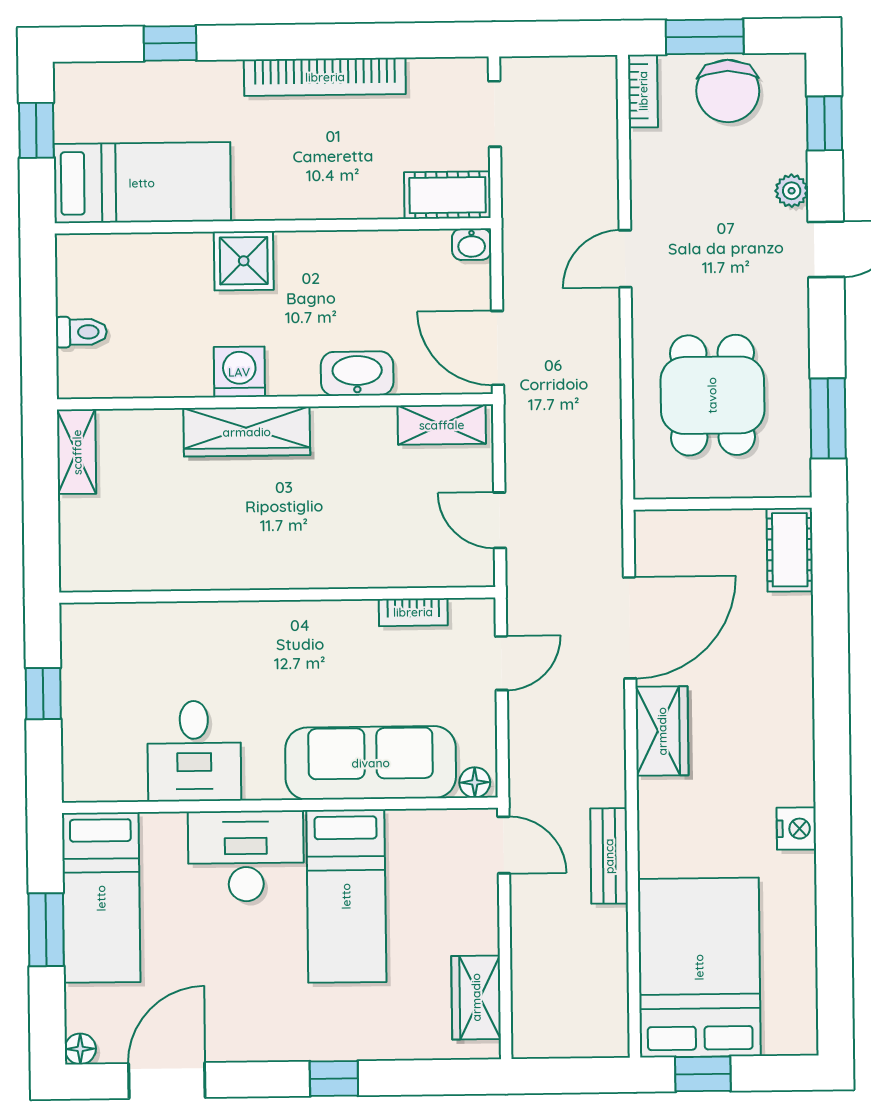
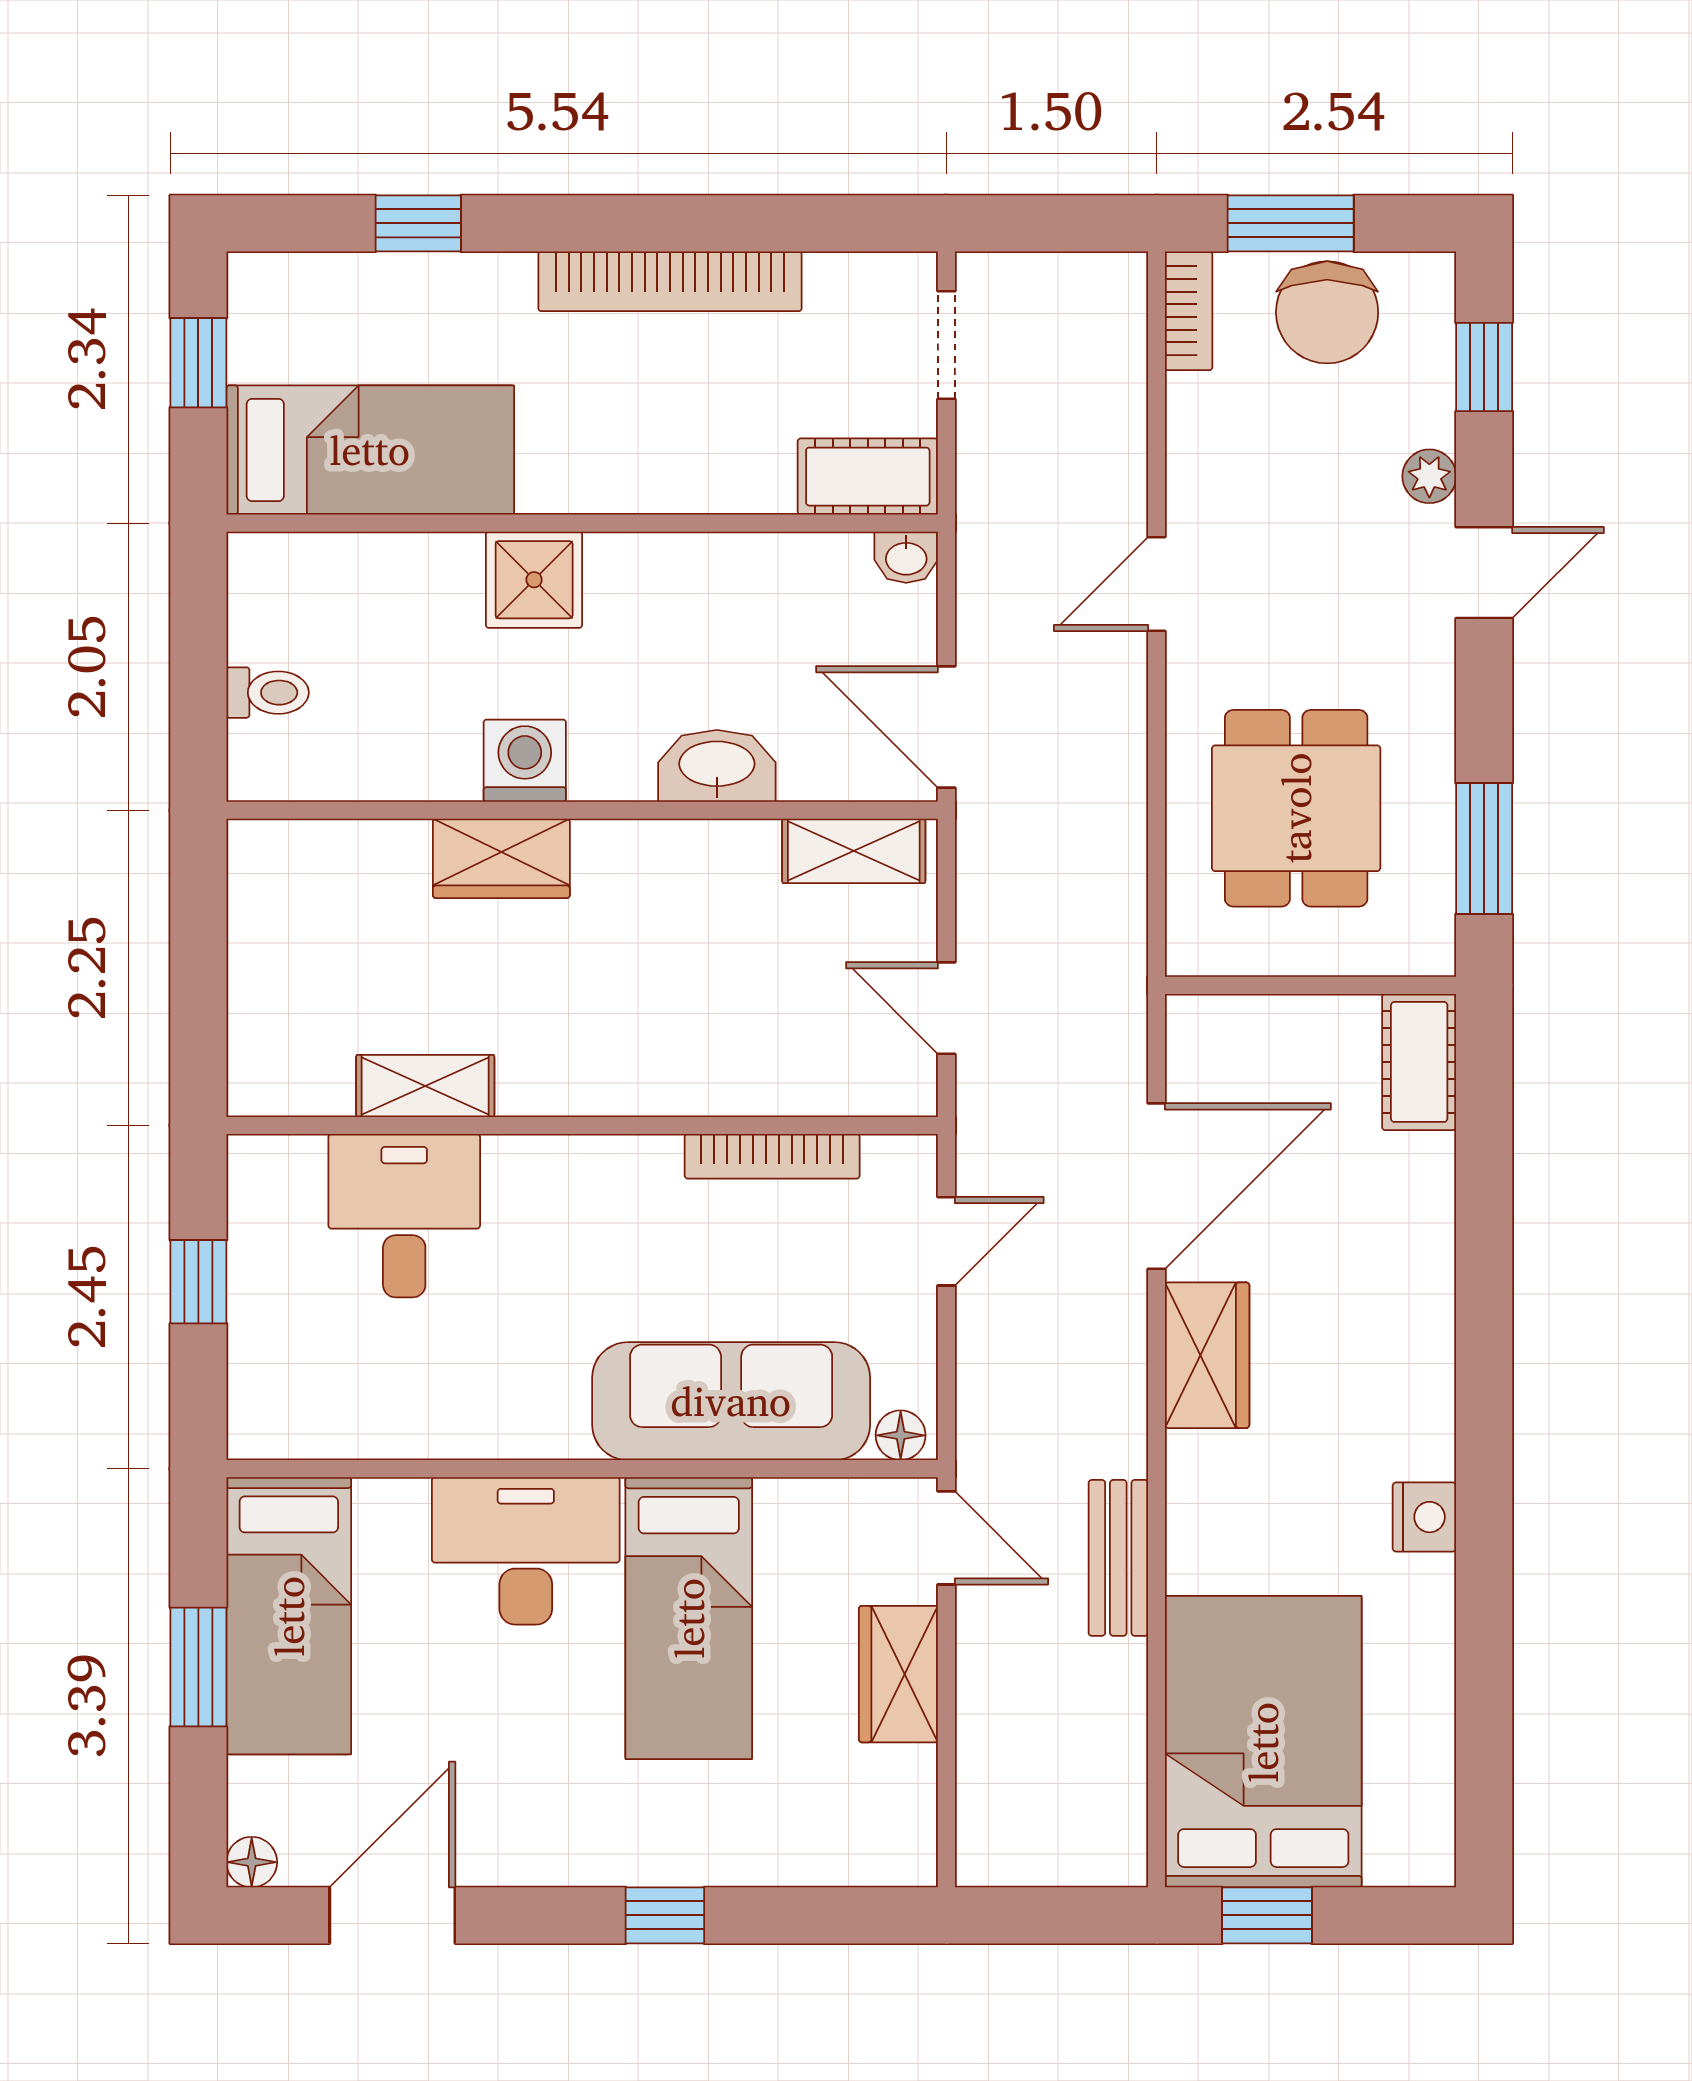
wardrobe: (247, 432) -> (501, 858), width x0.67
shelving: (77, 452) -> (425, 1086), moved, turned 90
bookcase: (413, 612) -> (772, 1156), width x1.56
desk: (194, 751) -> (404, 1216), moved, turned 180
wardrobe: (476, 997) -> (898, 1674), moved

